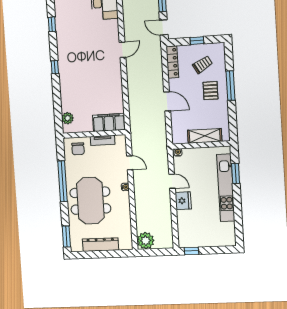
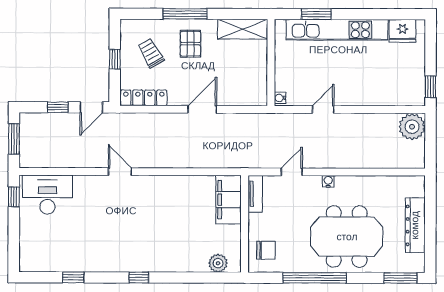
pallet: (210, 91) -> (190, 44), turned 90
shelving: (205, 136) -> (243, 29), moved, turned 90
tv unit: (103, 140) -> (255, 194), moved
fridge: (183, 201) -> (402, 31), moved, turned 180
plant: (146, 241) -> (412, 127), moved

